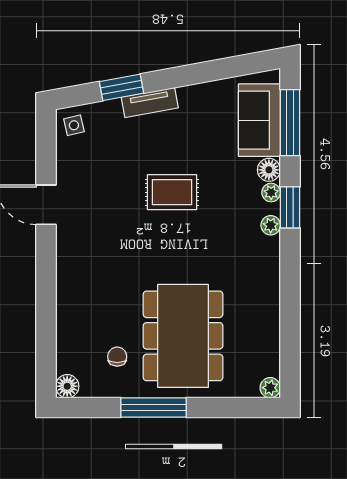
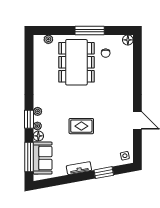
tv unit: (150, 103) -> (79, 168), moved
plant: (270, 388) -> (48, 39), moved

